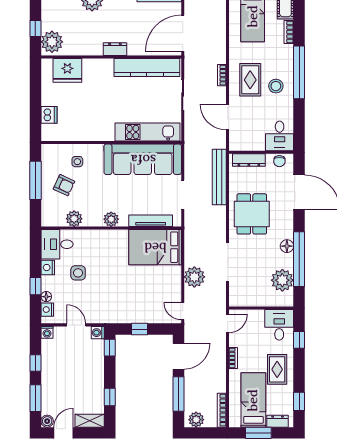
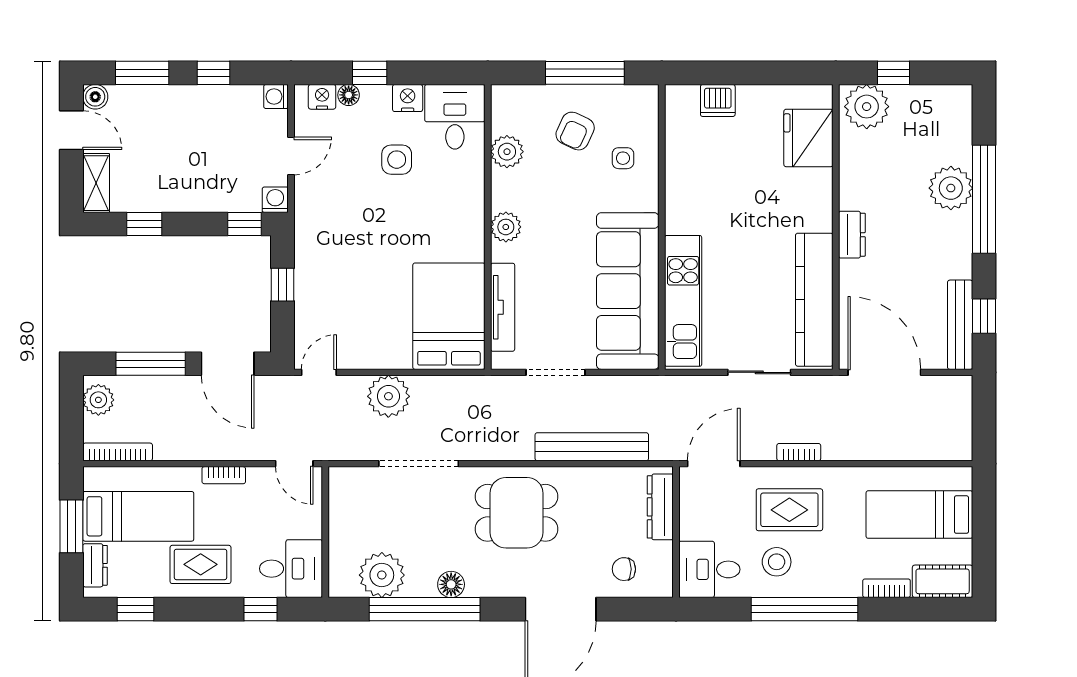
desk: (280, 136) -> (709, 569), moved
wall: (261, 152) -> (676, 532), moved
dresser: (249, 160) -> (660, 507), moved

